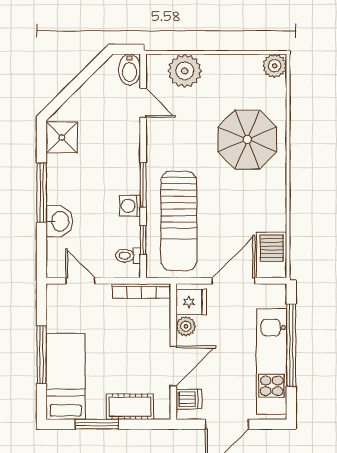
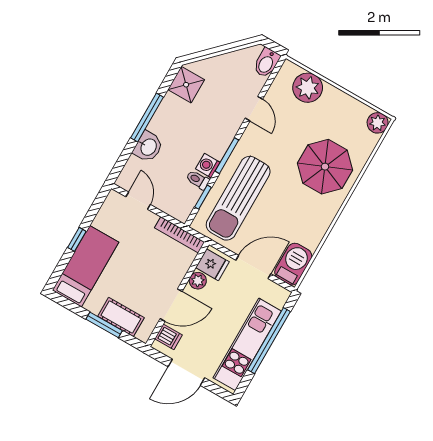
door: (143, 103) -> (254, 109), moved
toilet: (128, 256) -> (198, 180), moved
window: (42, 355) -> (77, 239), width x0.46
window: (97, 424) -> (104, 325), moved

